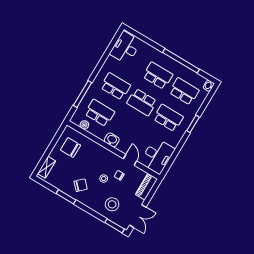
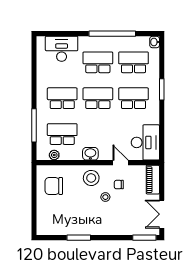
desk: (125, 48) -> (62, 49), moved, turned 90
school desk: (142, 102) -> (98, 98), turned 180
shelving: (47, 167) -> (42, 220), removed
chair: (81, 185) -> (86, 217), removed
stool: (112, 204) -> (91, 178), moved
double door: (138, 216) -> (162, 214), swing flipped

